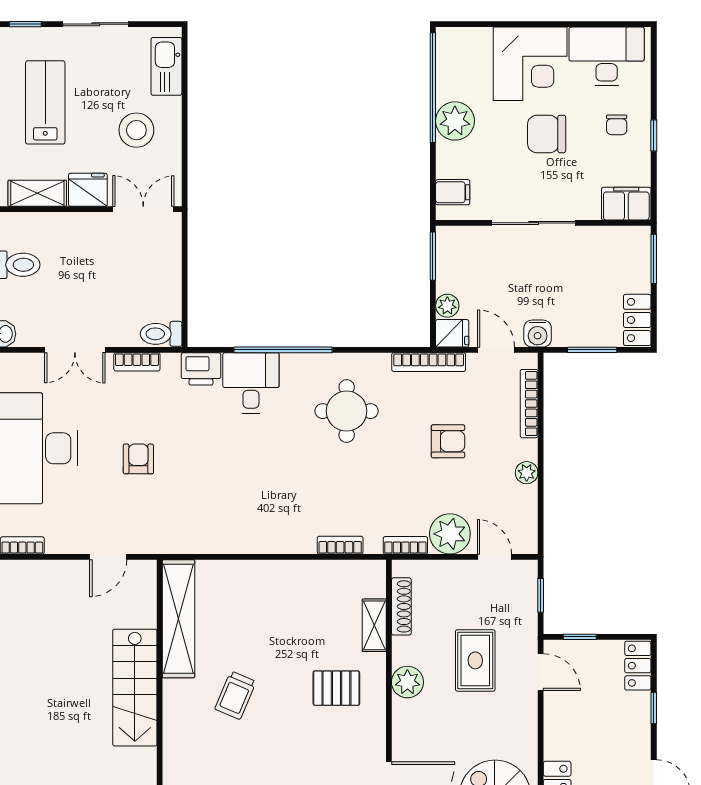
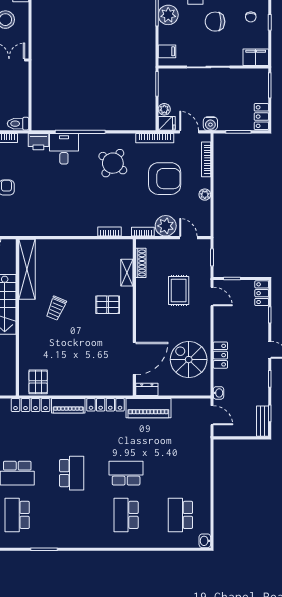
round table: (347, 411) -> (113, 163), turned 35
armchair: (448, 441) -> (165, 179), width x1.88, depth x1.88
plant: (407, 682) -> (144, 302), removed

